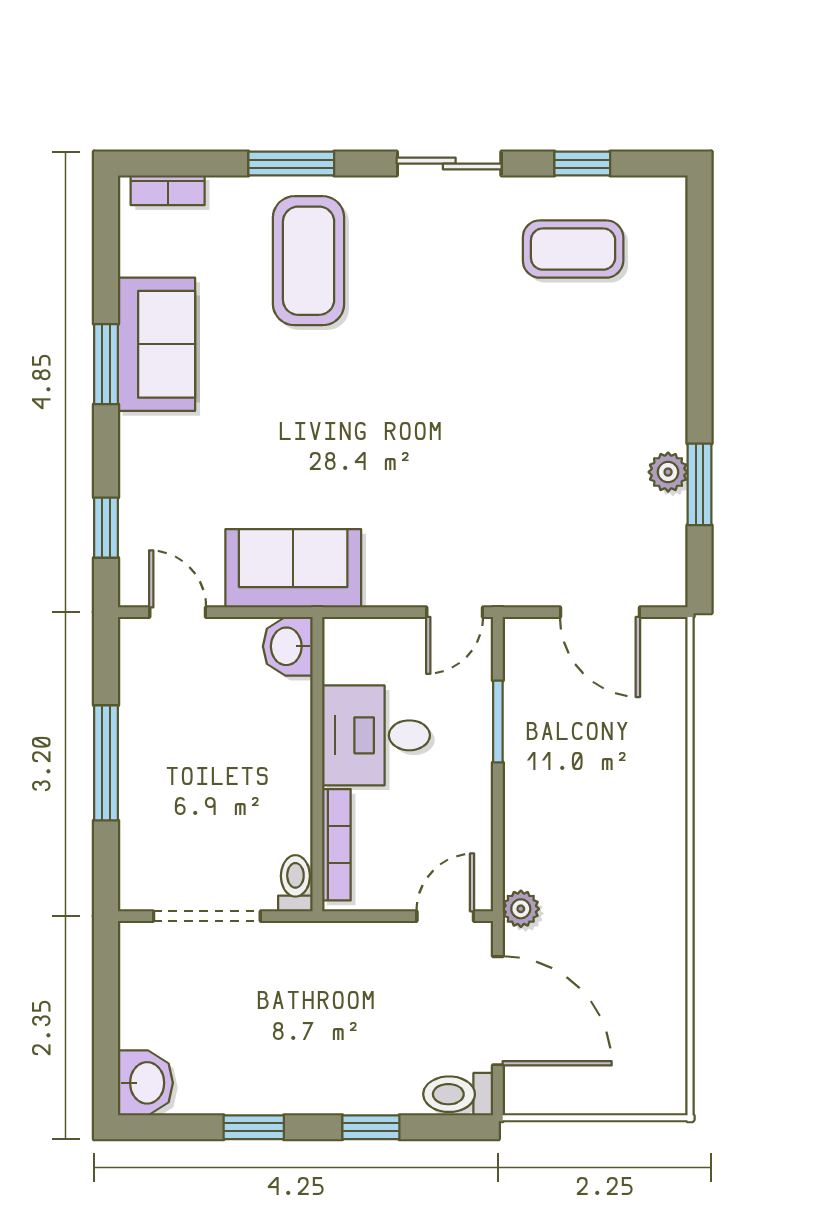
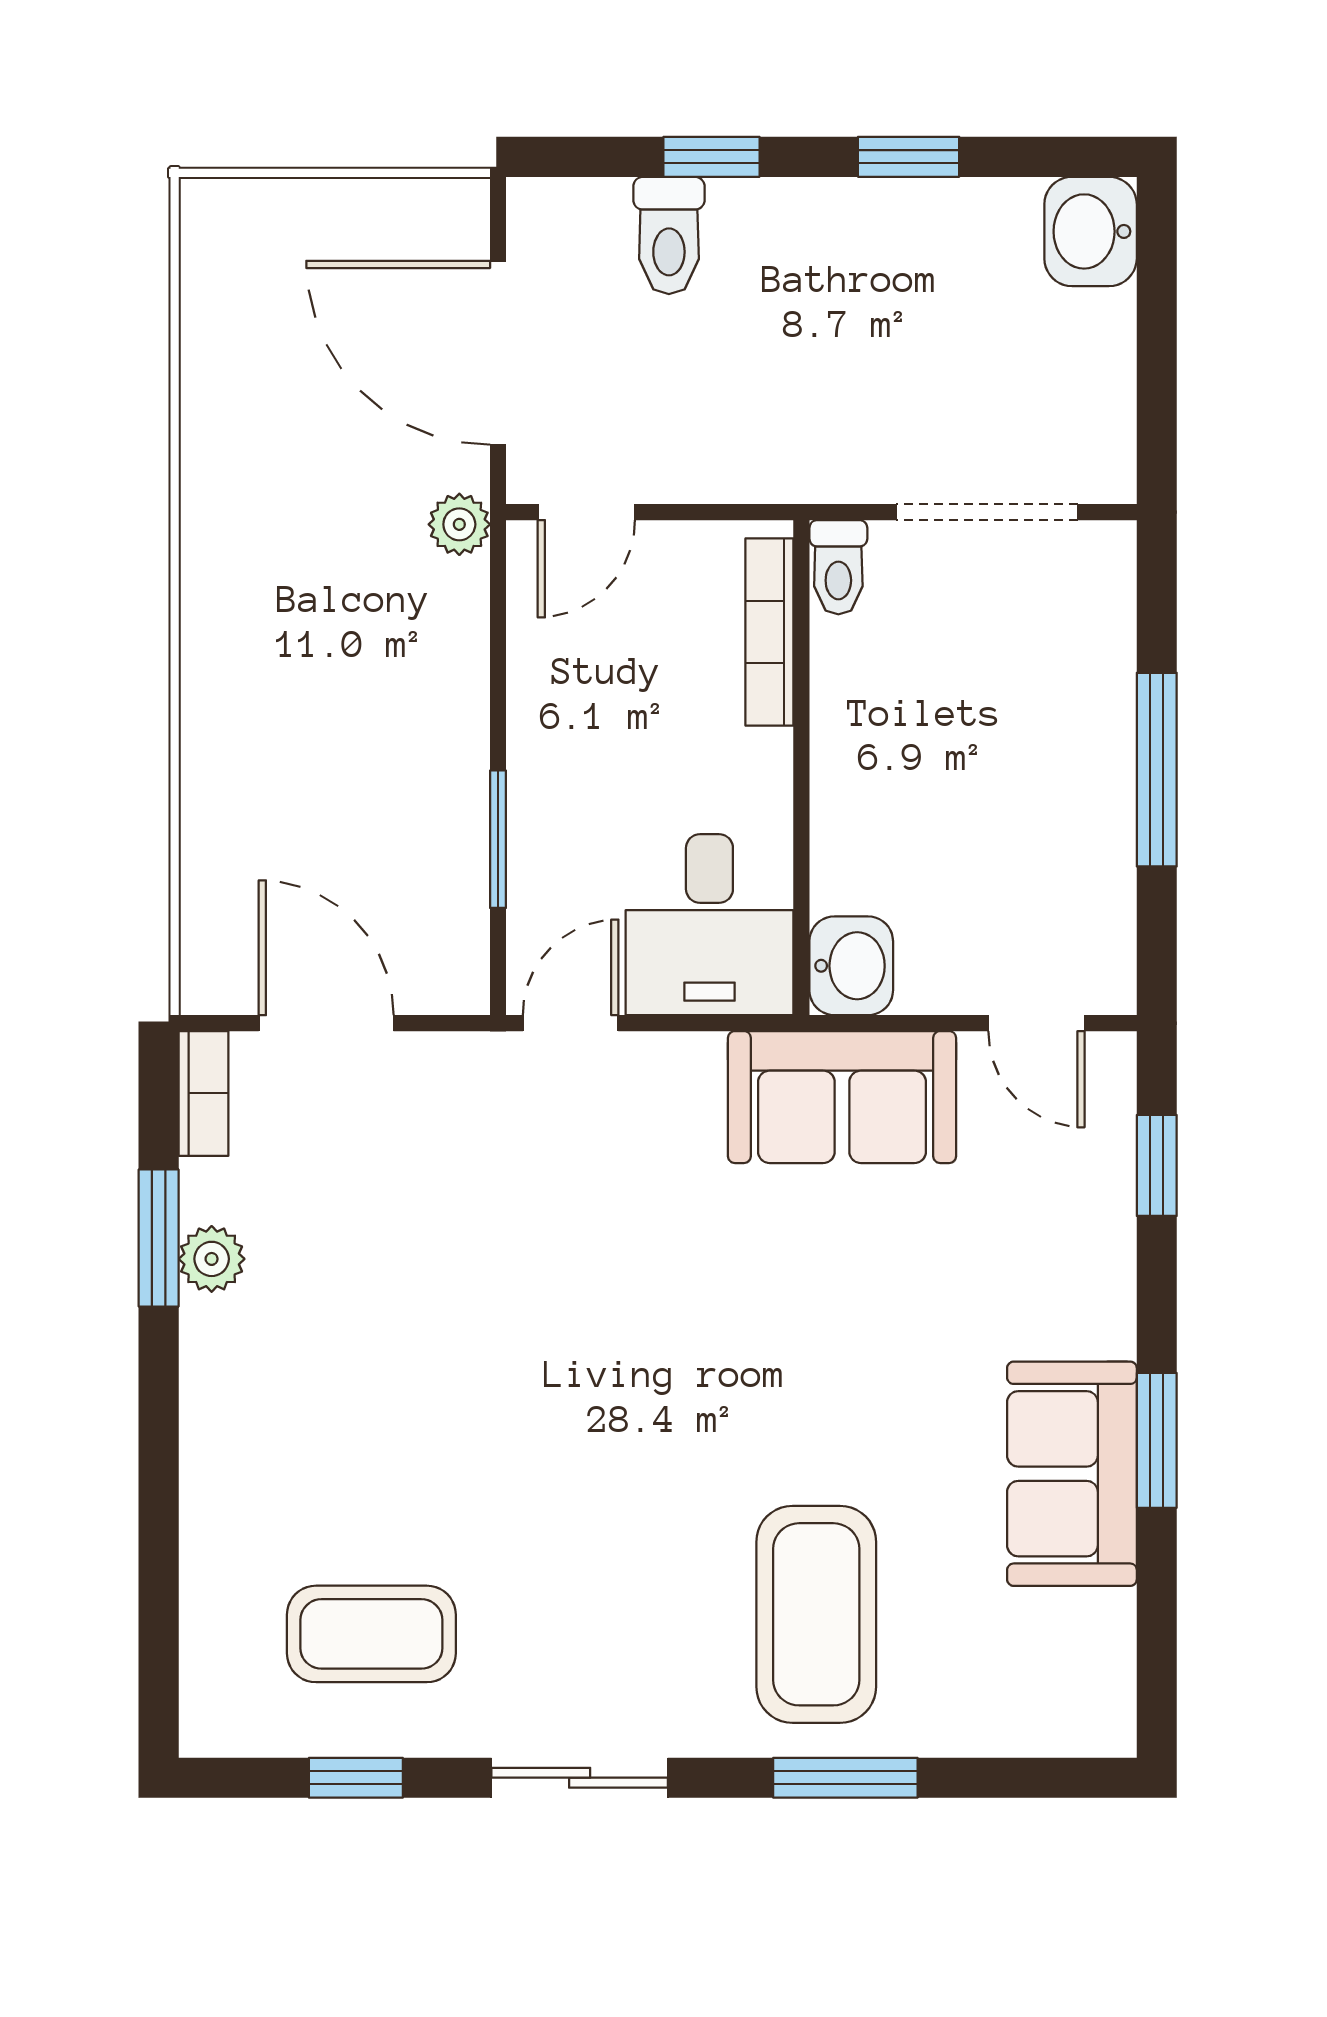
bookcase: (168, 190) -> (204, 1093), moved, turned 90
desk: (376, 735) -> (709, 925), moved, turned 90
toilet: (458, 1094) -> (669, 235), moved, turned 90

